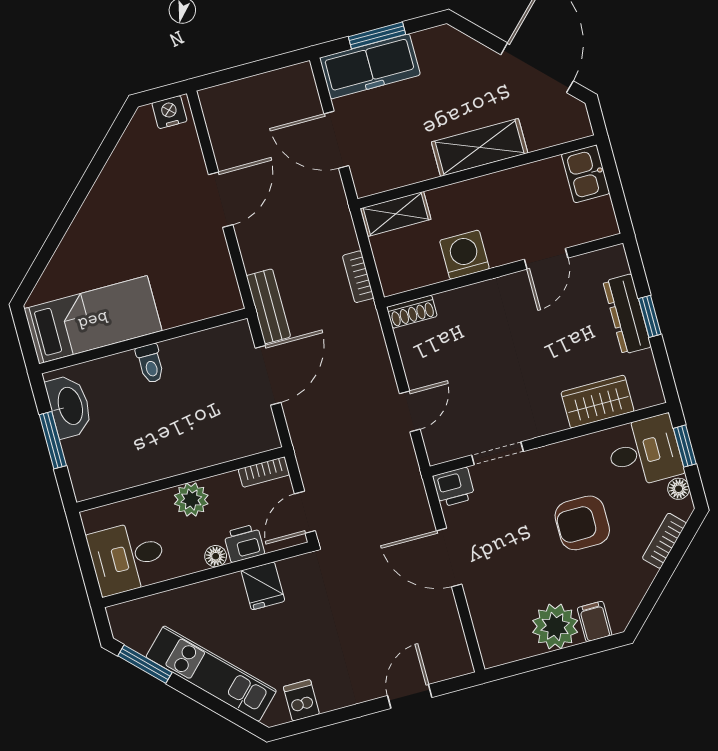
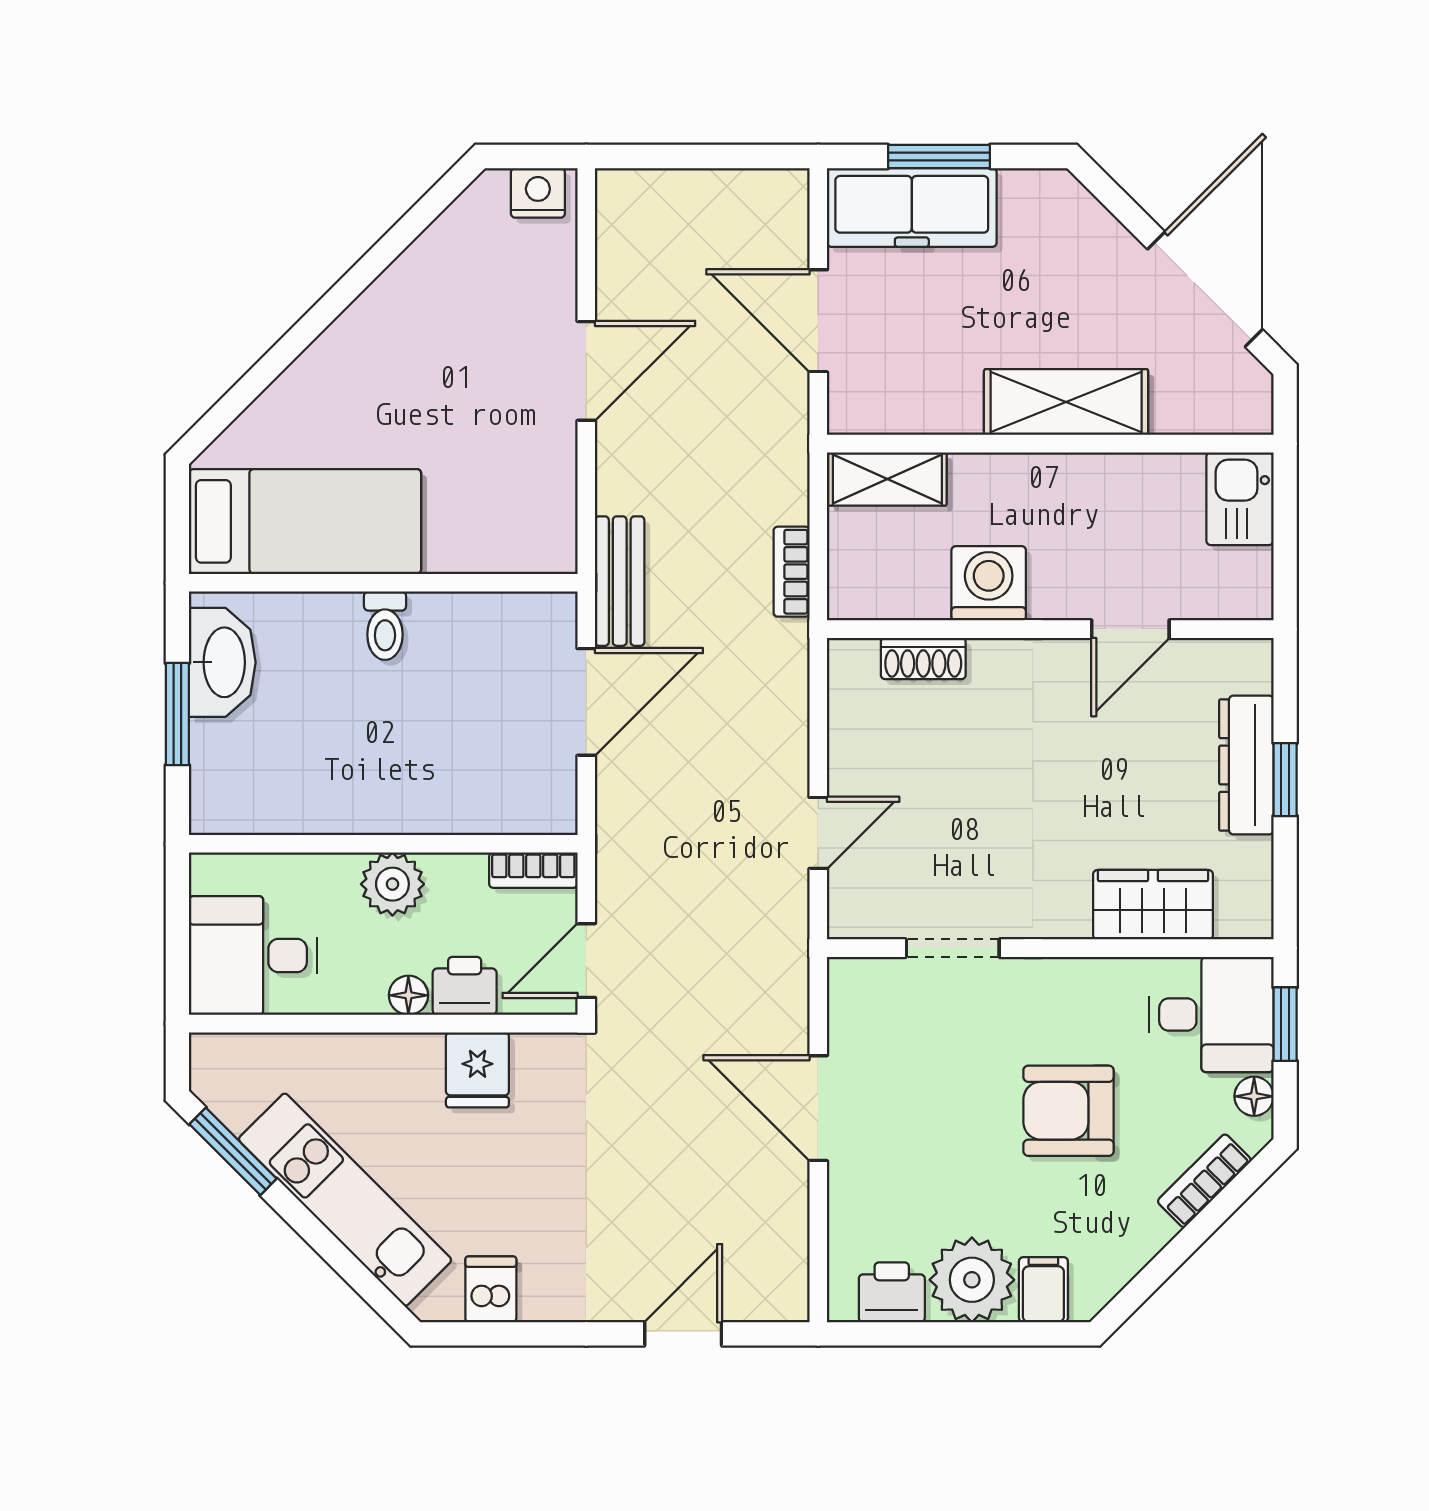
shoe rack: (412, 312) -> (923, 659), moved
printer: (454, 487) -> (892, 1292), moved, turned 180

